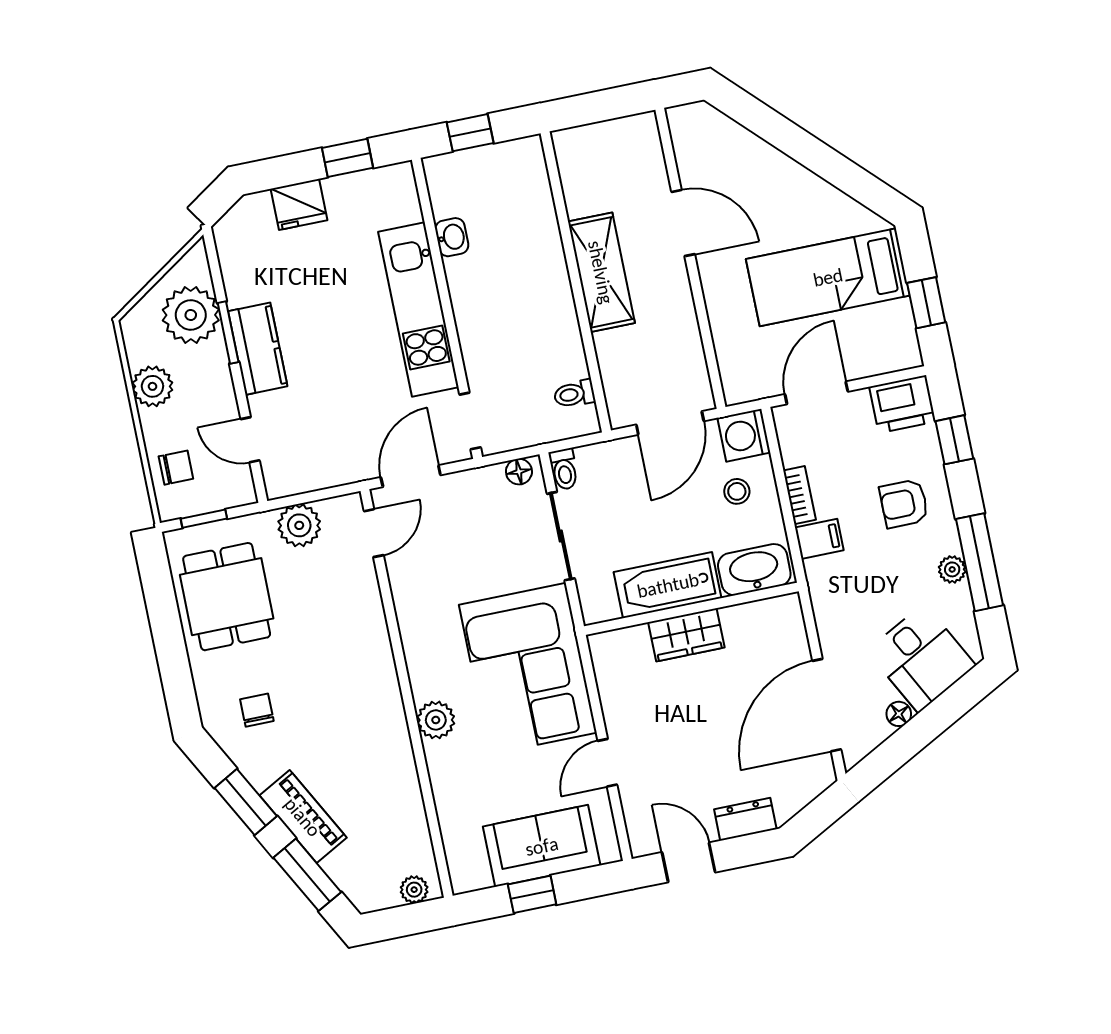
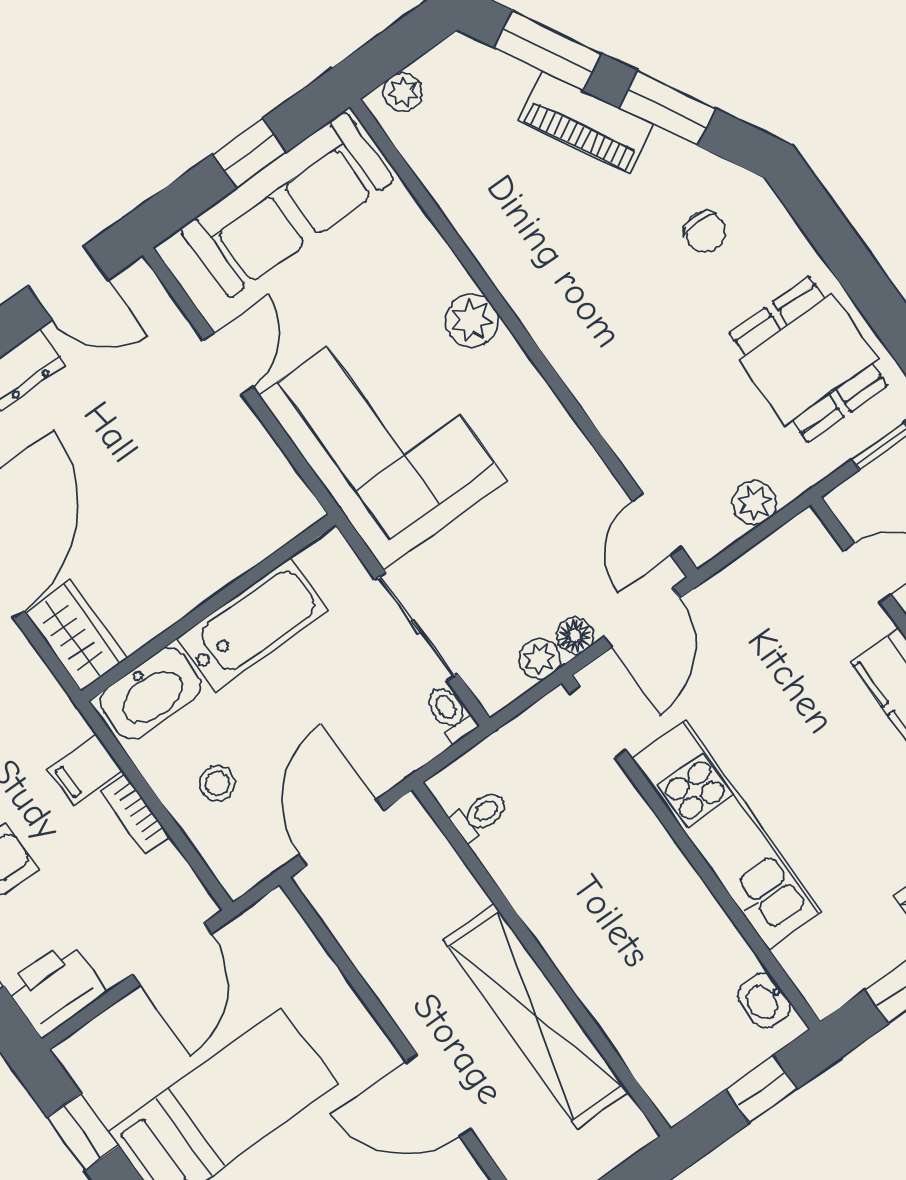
washbasin: (452, 237) -> (764, 1000), moved
shelving: (601, 272) -> (536, 1016), width x1.47
washing machine: (744, 435) -> (240, 859), removed
floor lamp: (519, 472) -> (575, 636), moved
plant: (490, 479) -> (540, 659), added
plant: (299, 525) -> (754, 503), width x0.73, depth x0.73
wardrobe: (686, 635) -> (76, 635), moved, turned 90
sofa: (542, 846) -> (287, 205), width x1.36

